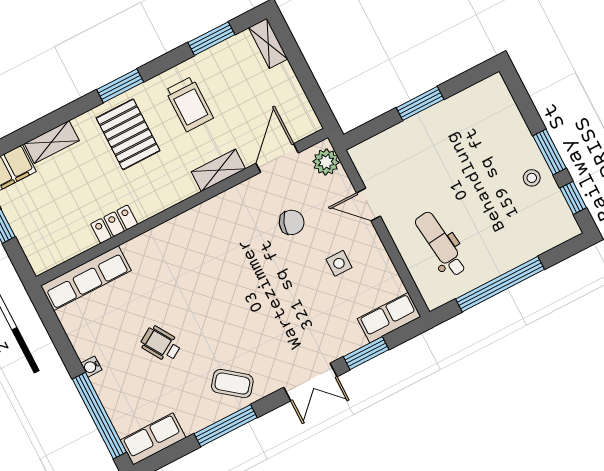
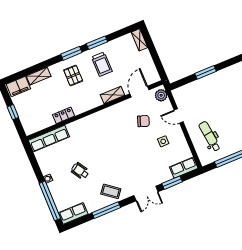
window: (211, 39) -> (97, 43), moved
pallet: (128, 134) -> (73, 76), width x0.67, depth x0.71

